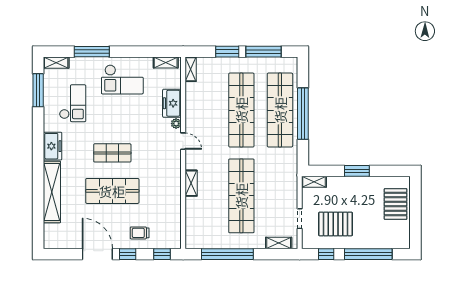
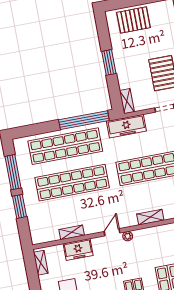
shelving: (191, 69) -> (72, 232), moved
window: (303, 114) -> (84, 120), moved
plant: (176, 124) -> (128, 236), moved
freezer: (289, 176) -> (126, 126), added

